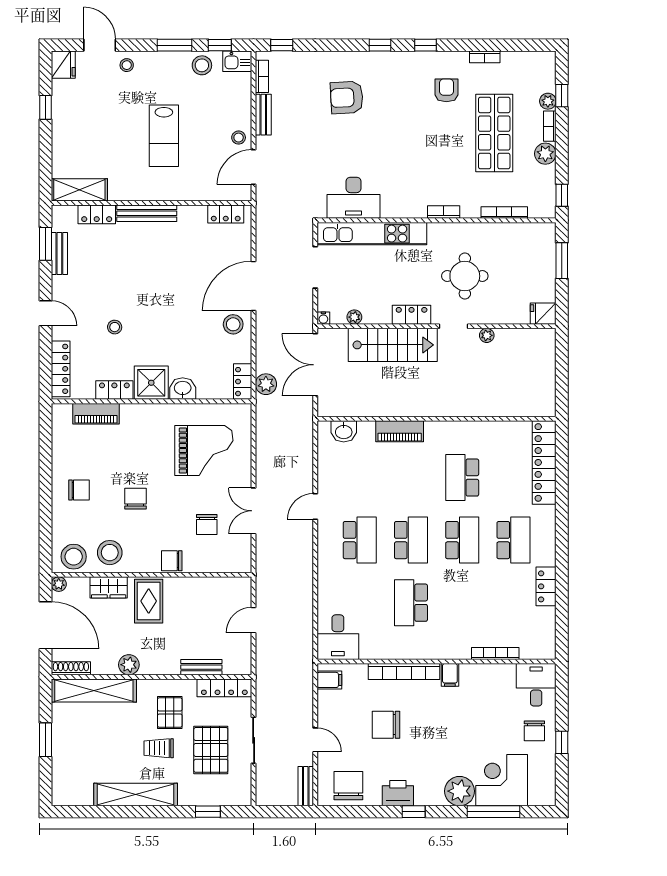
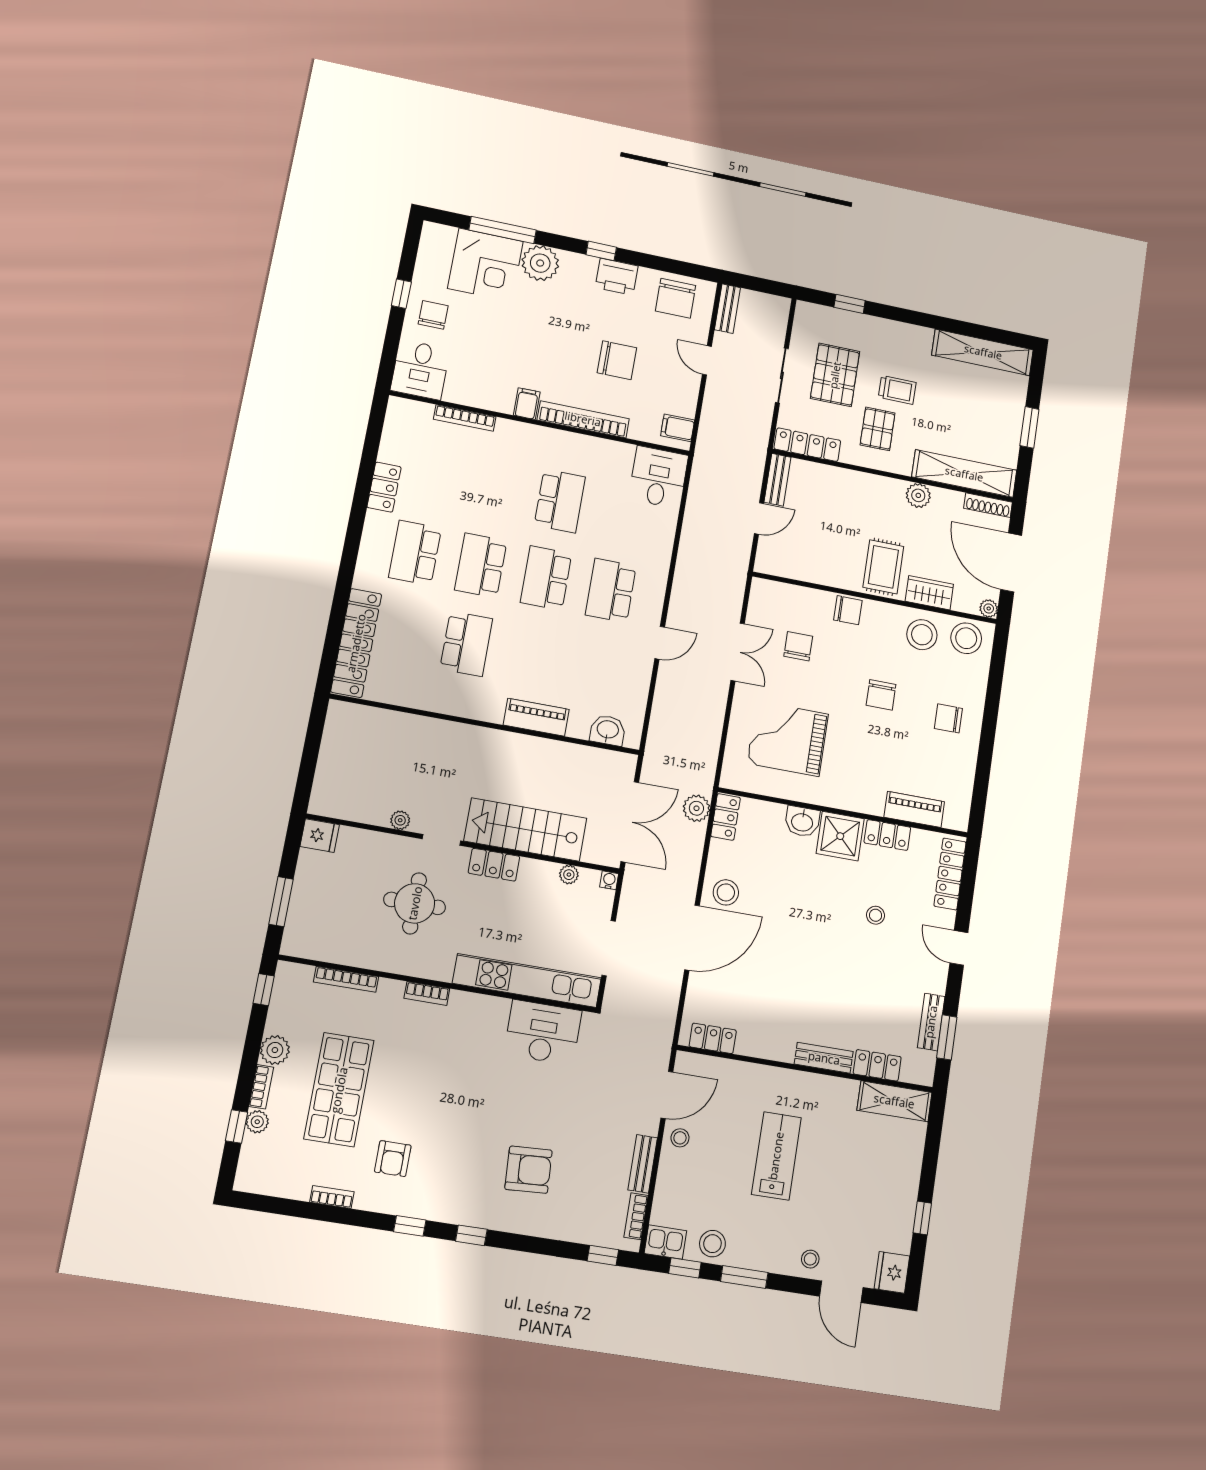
bench: (147, 213) -> (824, 1058), width x0.73
bench: (201, 667) -> (777, 480), moved, turned 90
shelving: (136, 795) -> (983, 352), moved

